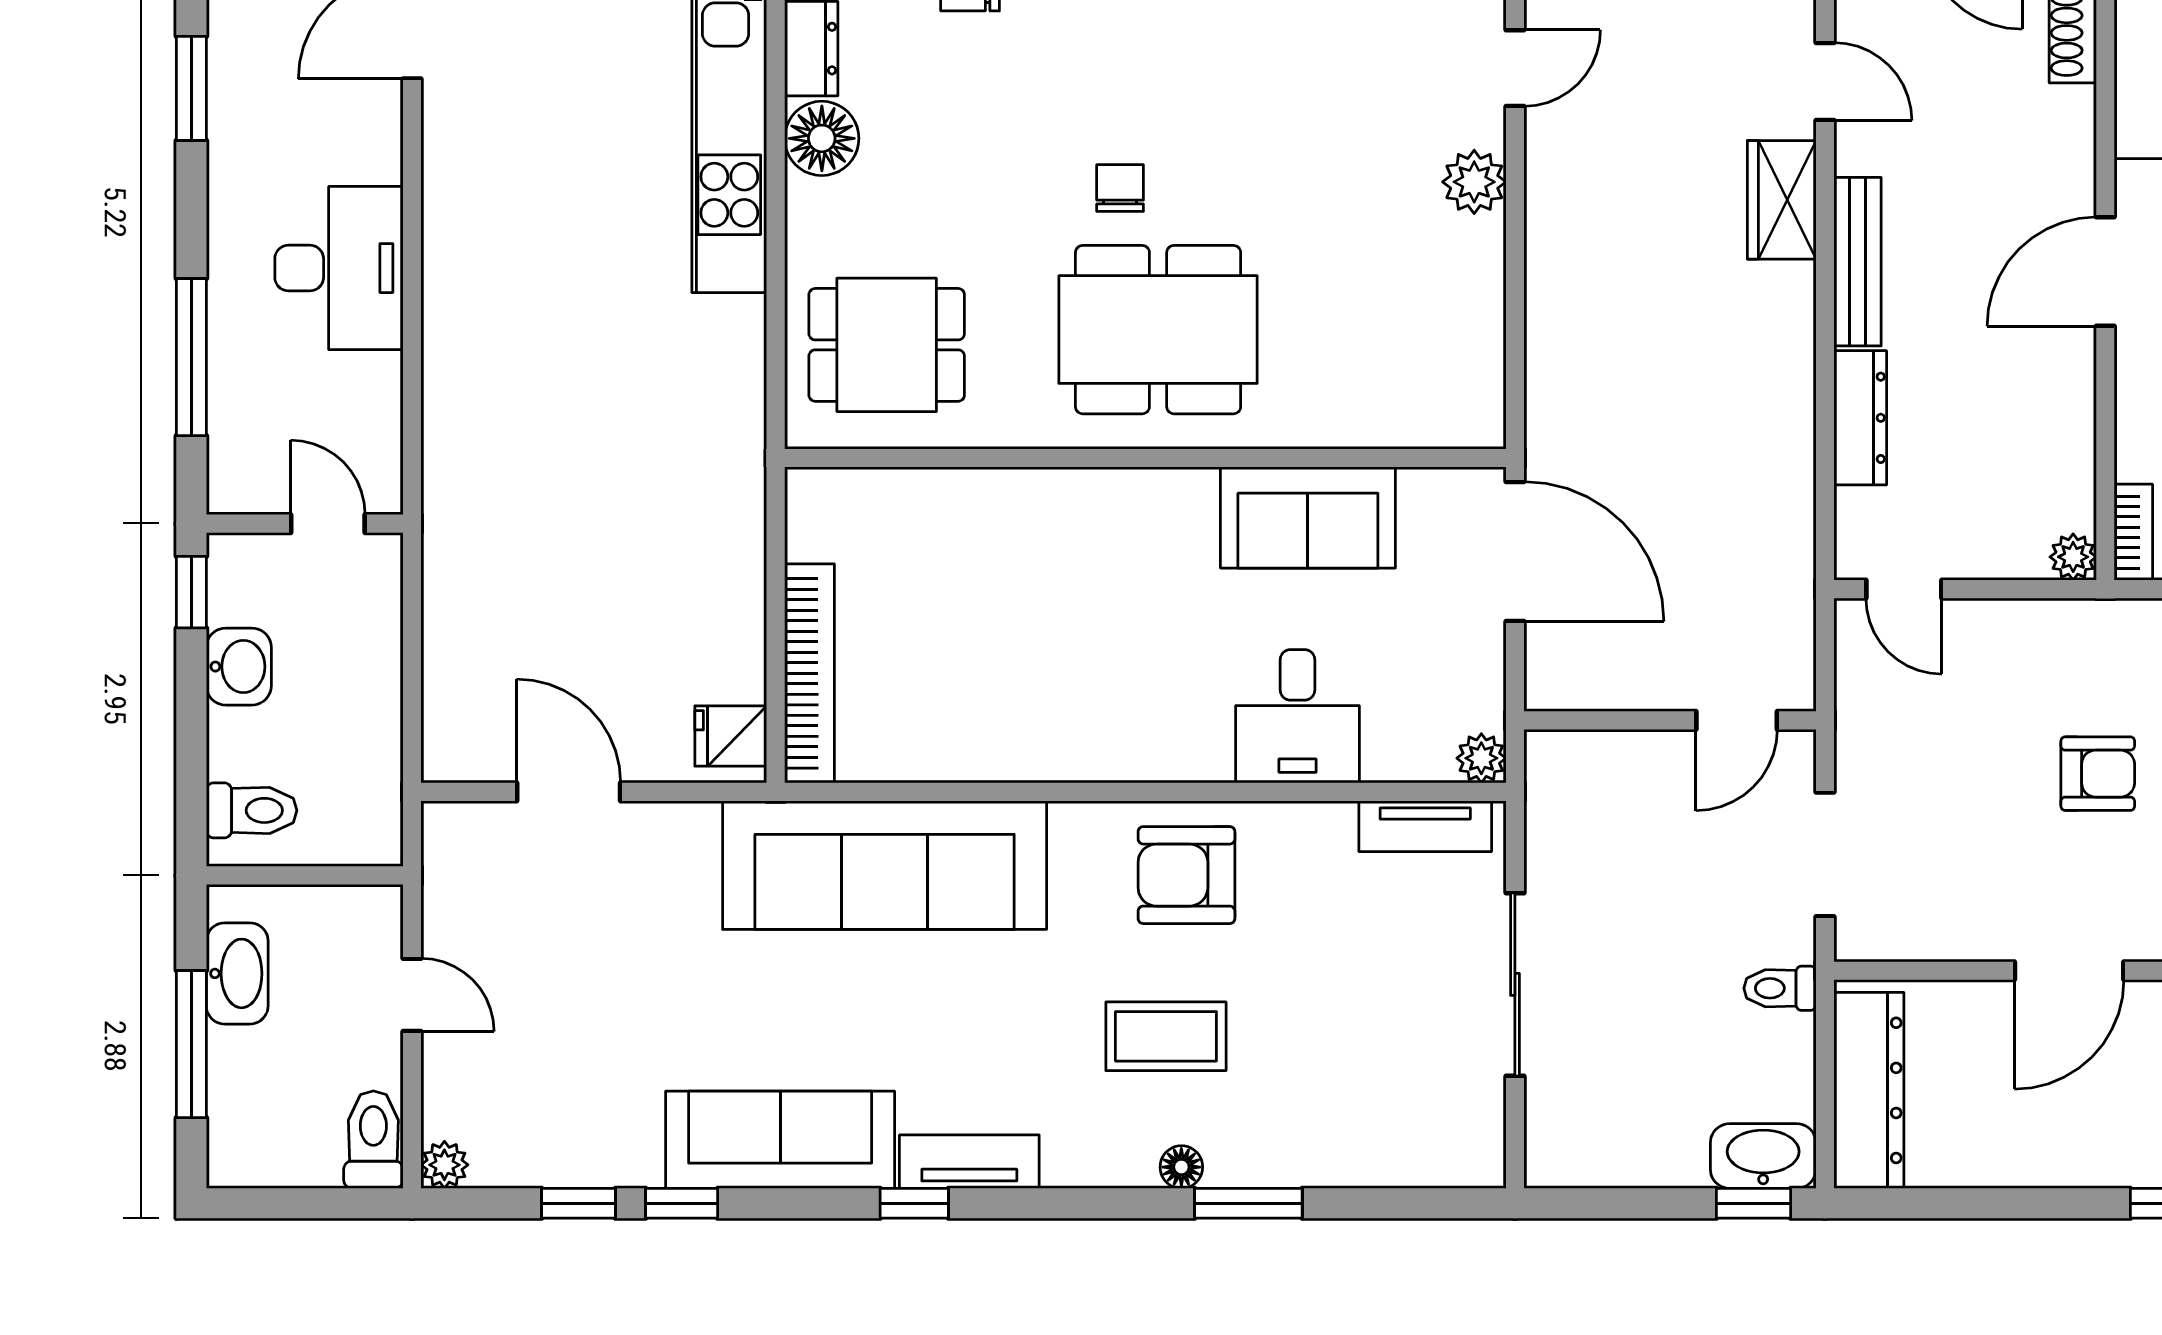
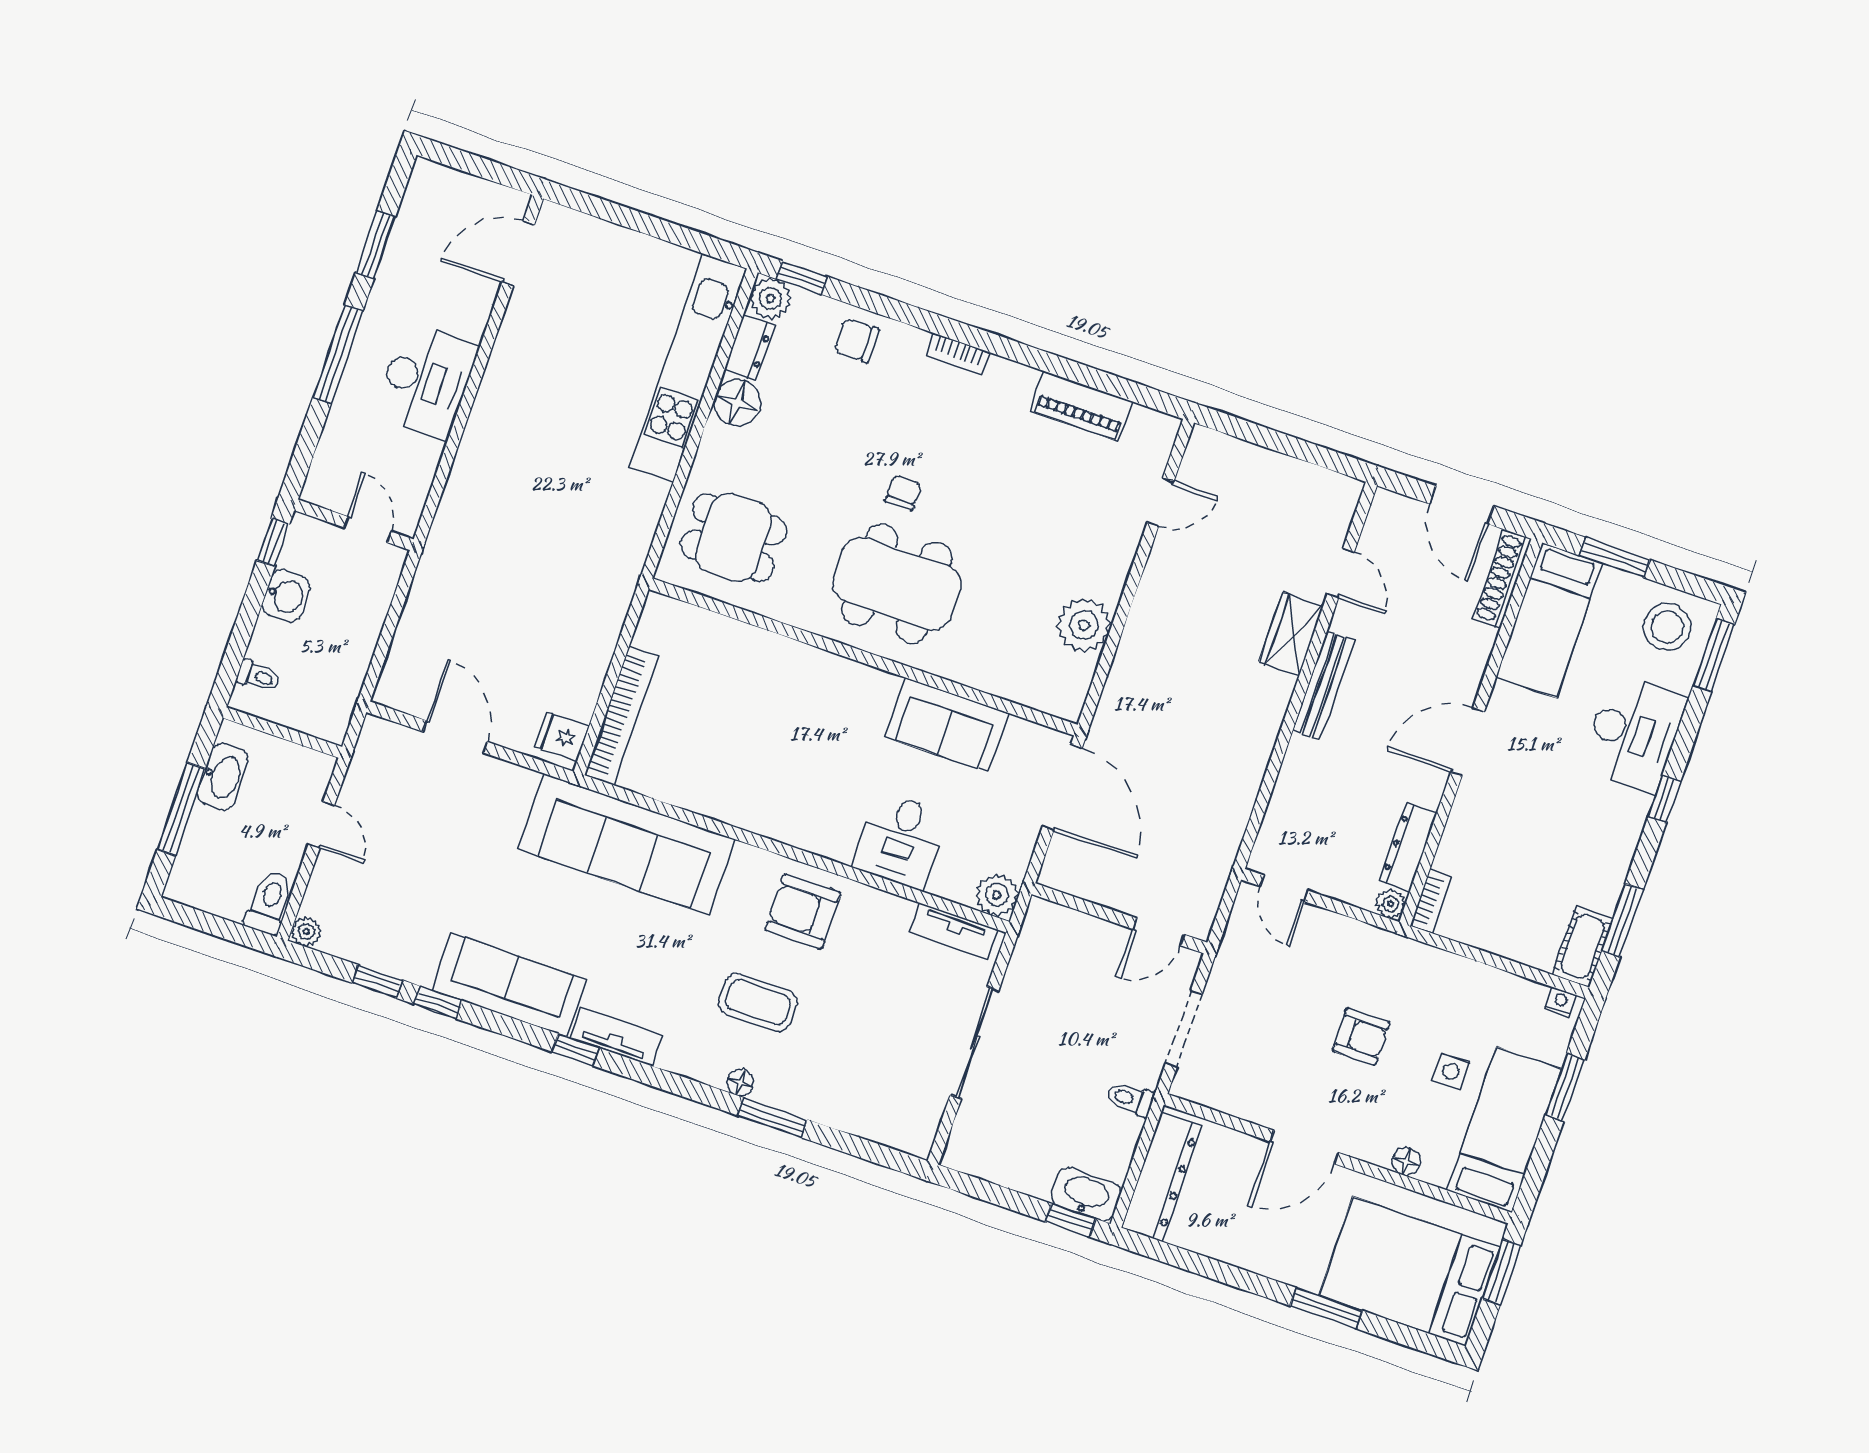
plant: (1474, 182) -> (1084, 625), moved, width x1.36, depth x1.36
window: (191, 357) -> (338, 354), moved
dresser: (1860, 418) -> (1408, 847), moved, turned 180
plant: (1481, 758) -> (997, 895), width x1.38, depth x1.38
toilet: (252, 810) -> (258, 676), width x0.73, depth x0.72

